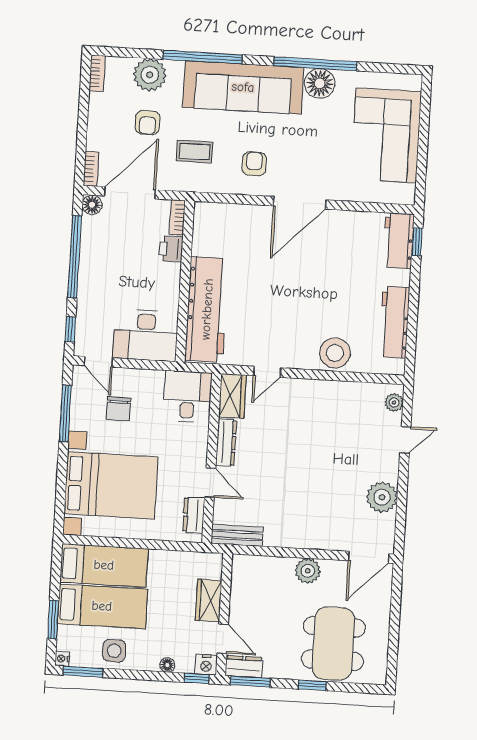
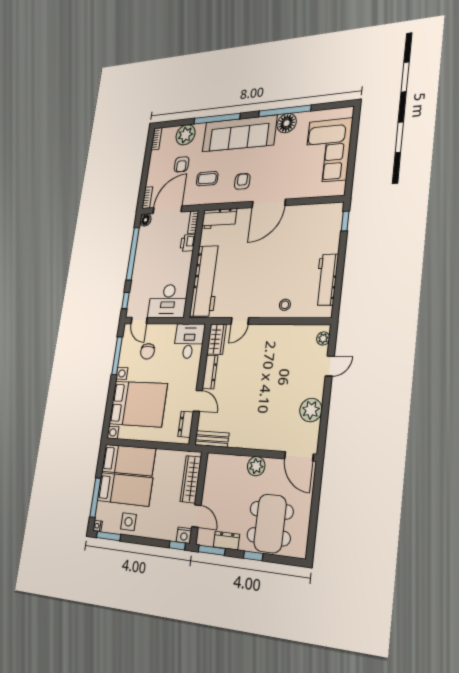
workbench: (399, 241) -> (219, 219), moved, turned -90
stool: (335, 353) -> (285, 305), width x0.53, depth x0.53
door: (369, 557) -> (299, 456), hinge flipped
wardrobe: (209, 600) -> (191, 479), width x1.50
window: (53, 619) -> (95, 498), width x1.44
floor lamp: (167, 665) -> (160, 534), removed
dresser: (244, 667) -> (226, 541), moved

